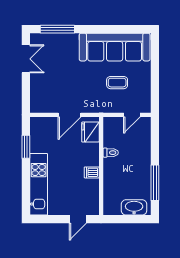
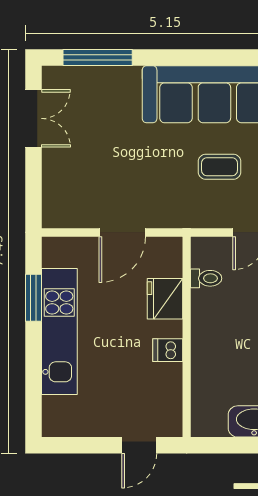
fridge: (90, 132) -> (165, 299), moved
toilet: (111, 153) -> (206, 278), moved
kitchen unit: (39, 184) -> (59, 331), moved

